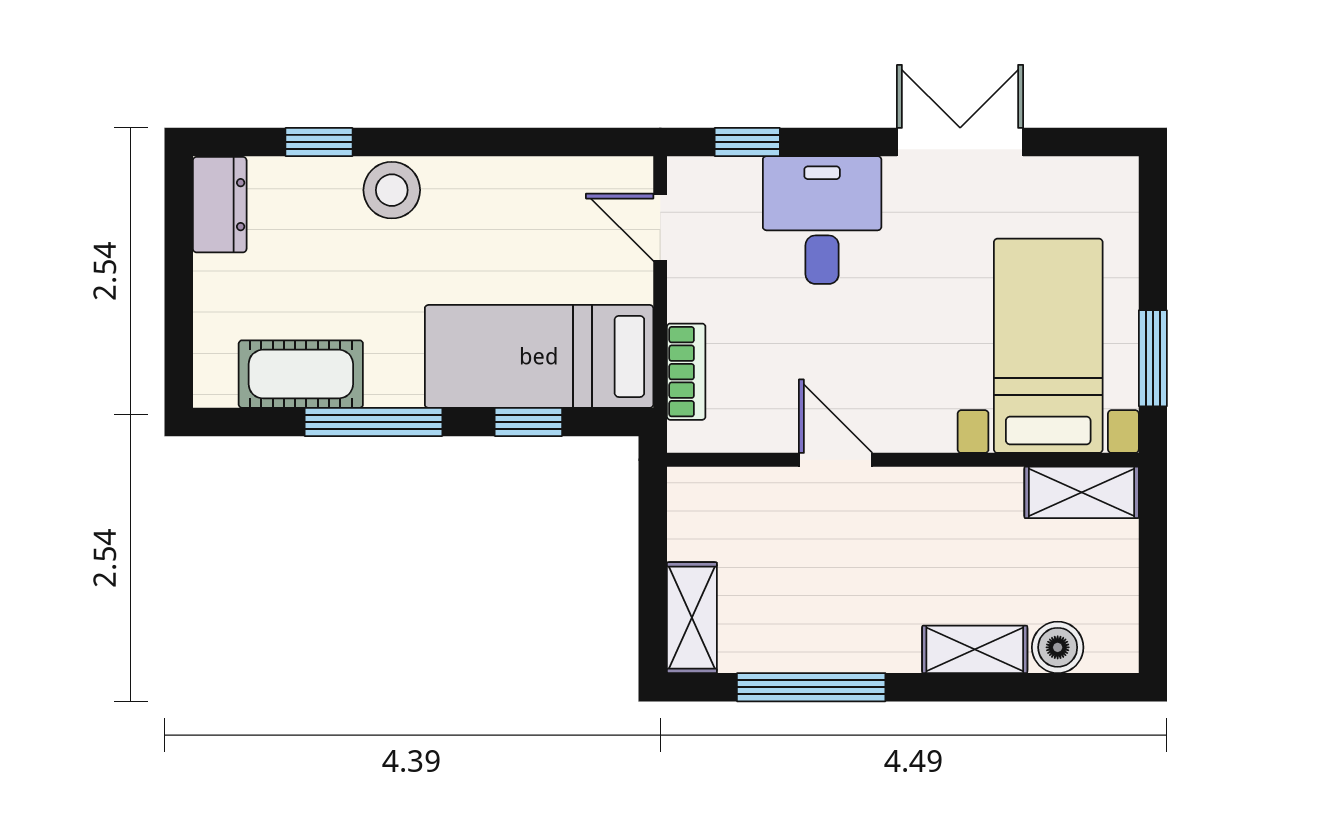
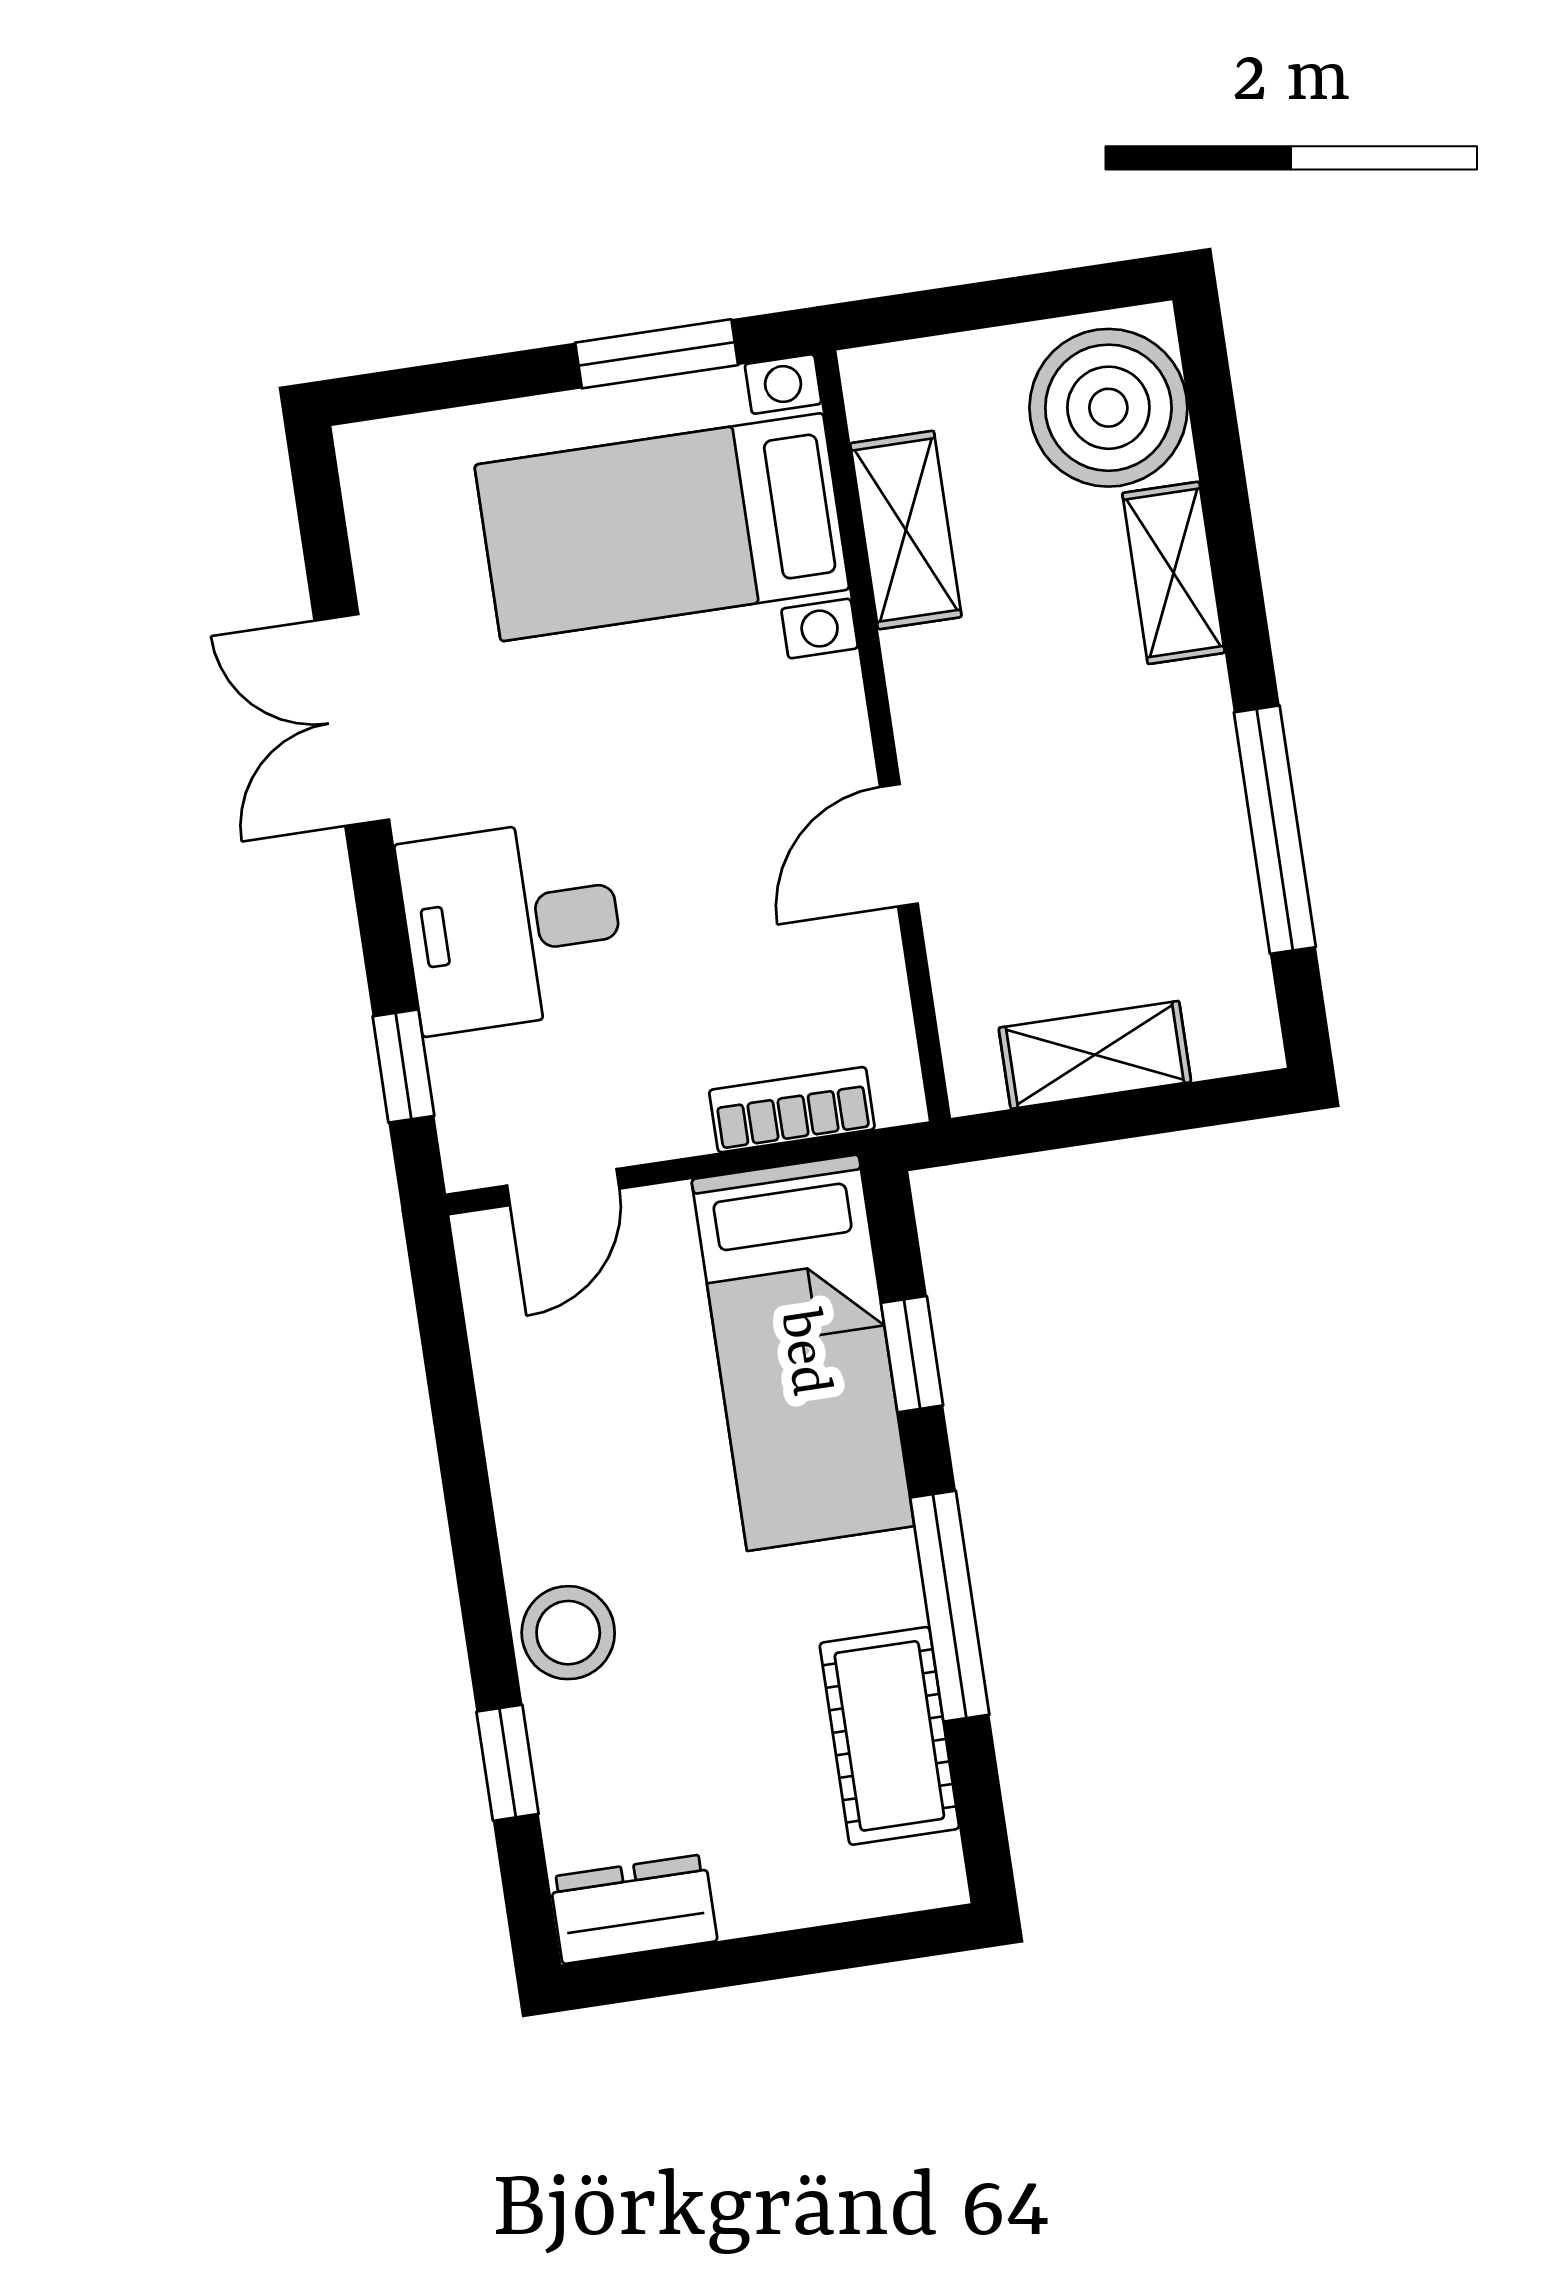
shelving: (1082, 492) -> (906, 530), moved
shelving: (692, 618) -> (1095, 1055), moved
boiler: (1058, 647) -> (1108, 408), width x1.86, depth x1.86

